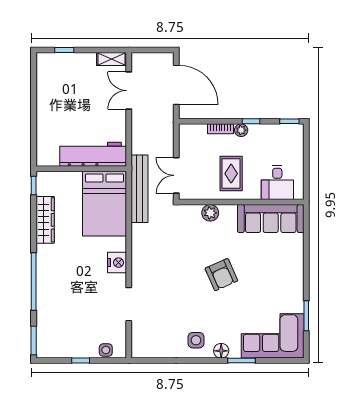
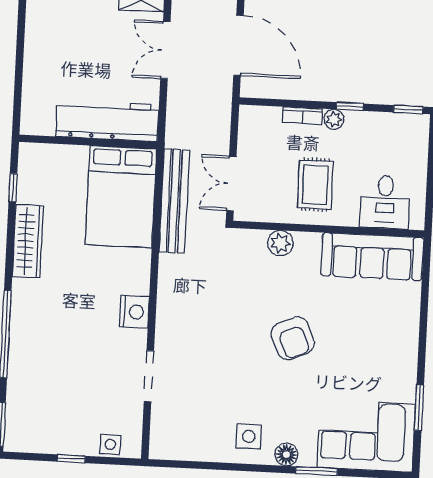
workbench: (93, 154) -> (107, 121), moved
wall: (81, 169) -> (88, 142), moved
bed: (104, 204) -> (121, 197), moved

